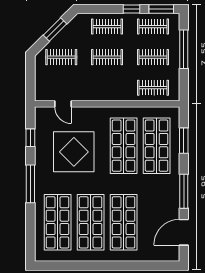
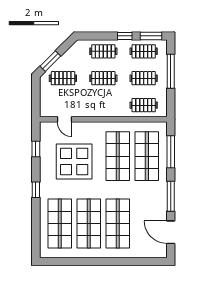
window: (55, 29) -> (50, 61), moved
window: (184, 141) -> (171, 152), width x1.44
window: (30, 184) -> (36, 190), width x0.46
door: (184, 232) -> (171, 232), hinge flipped

